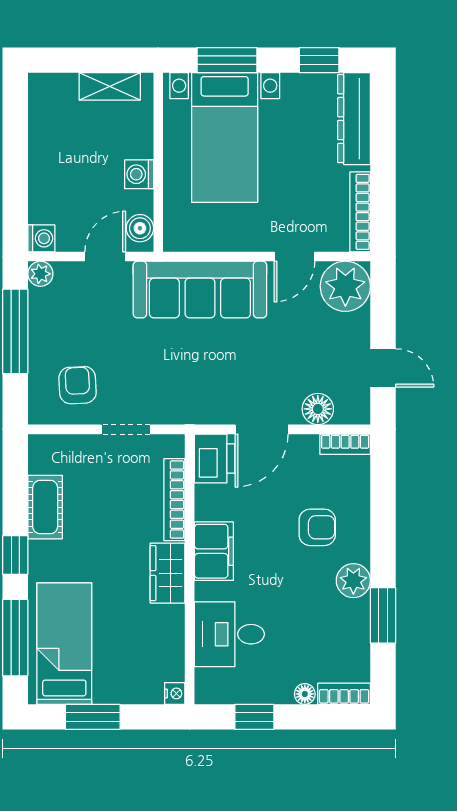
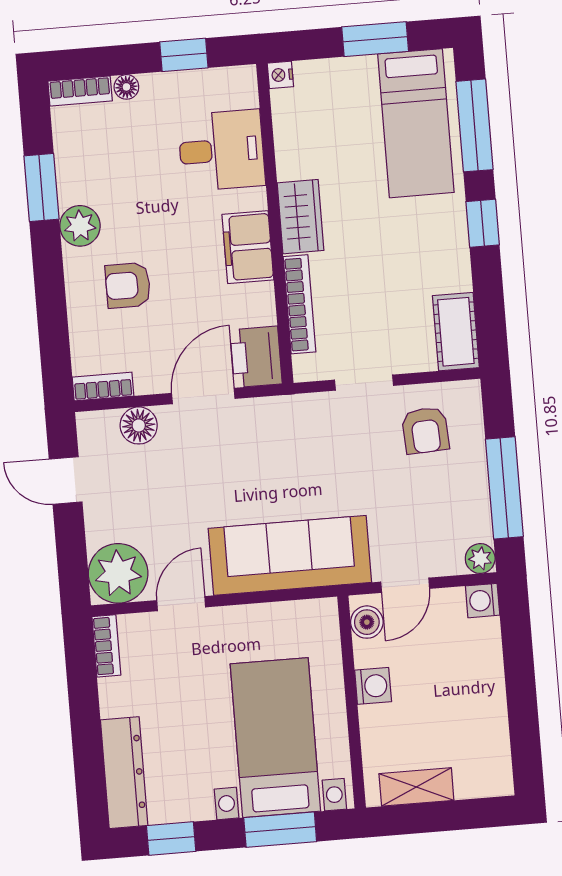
bookcase: (360, 212) -> (106, 646), width x0.64
cot: (45, 507) -> (456, 332), moved

